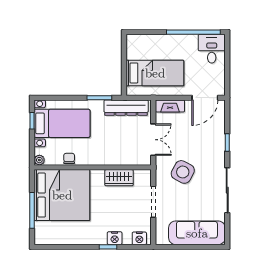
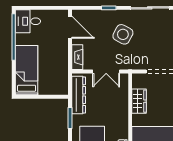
bed: (155, 73) -> (27, 70), moved
double door: (153, 140) -> (106, 72), swing flipped
side table: (183, 172) -> (123, 34), moved

